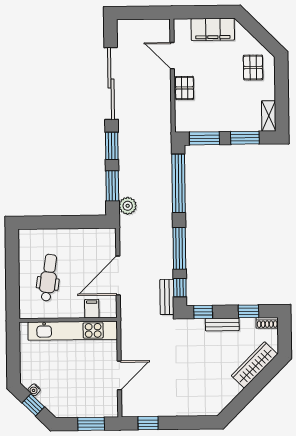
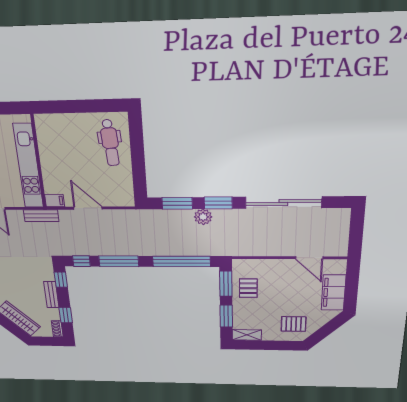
door: (172, 56) -> (309, 258), swing flipped
pallet: (185, 88) -> (248, 288), moved, turned 90
plant: (128, 206) -> (203, 217), moved
door: (118, 275) -> (88, 208), width x0.73
dental chair: (48, 278) -> (110, 143), moved, turned 78
bench: (167, 297) -> (41, 216), moved
filing cabinet: (92, 309) -> (55, 201), moved

